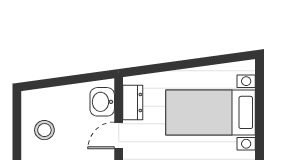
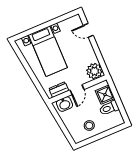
door: (119, 135) -> (77, 90), hinge flipped

